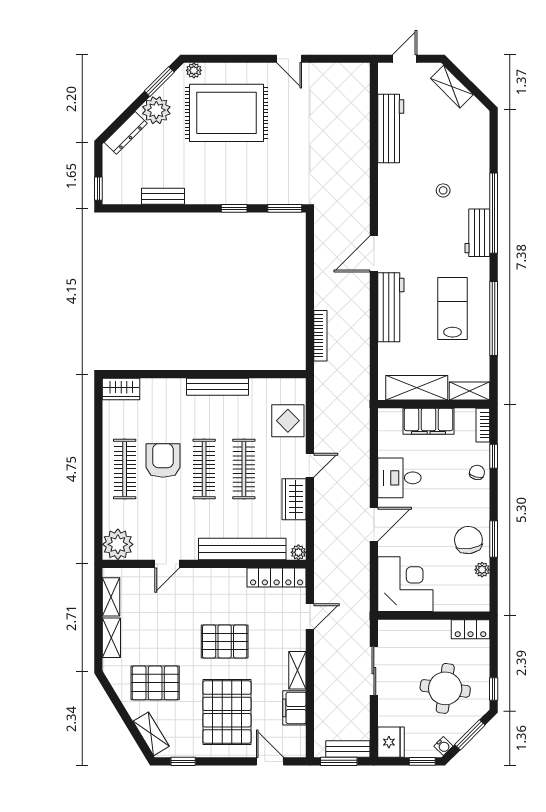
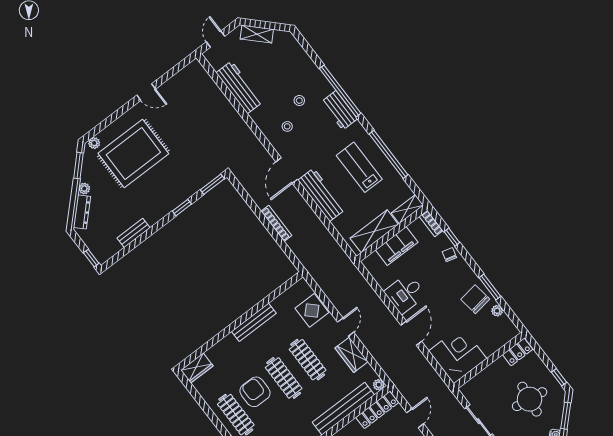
plant: (156, 110) -> (84, 188), width x0.53, depth x0.53
stool: (410, 208) -> (287, 126), added
bookcase: (320, 336) -> (276, 223), moved

